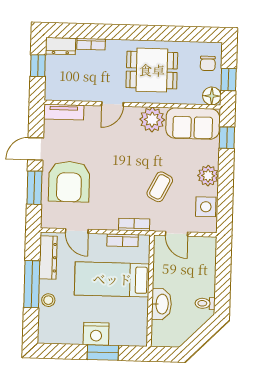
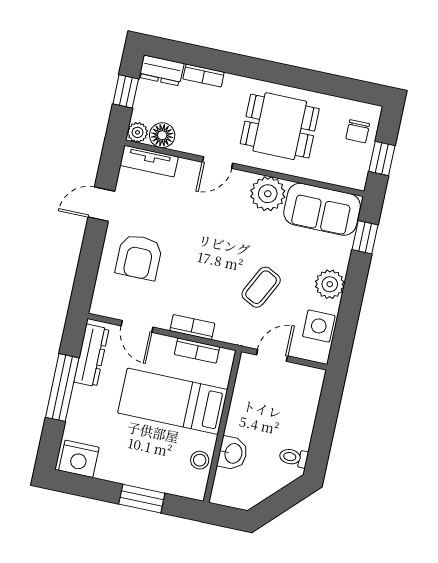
plant: (52, 93) -> (137, 132), added
floor lamp: (212, 96) -> (162, 135), moved
armchair: (69, 182) -> (139, 257), width x0.73, depth x0.73
window: (34, 188) -> (90, 257), removed
bookcase: (134, 225) -> (192, 327), moved
door: (176, 234) -> (272, 355), swing flipped
stool: (48, 300) -> (200, 460), moved
washbasin: (162, 304) -> (233, 453), width x0.72
nightstand: (96, 334) -> (79, 459), moved

